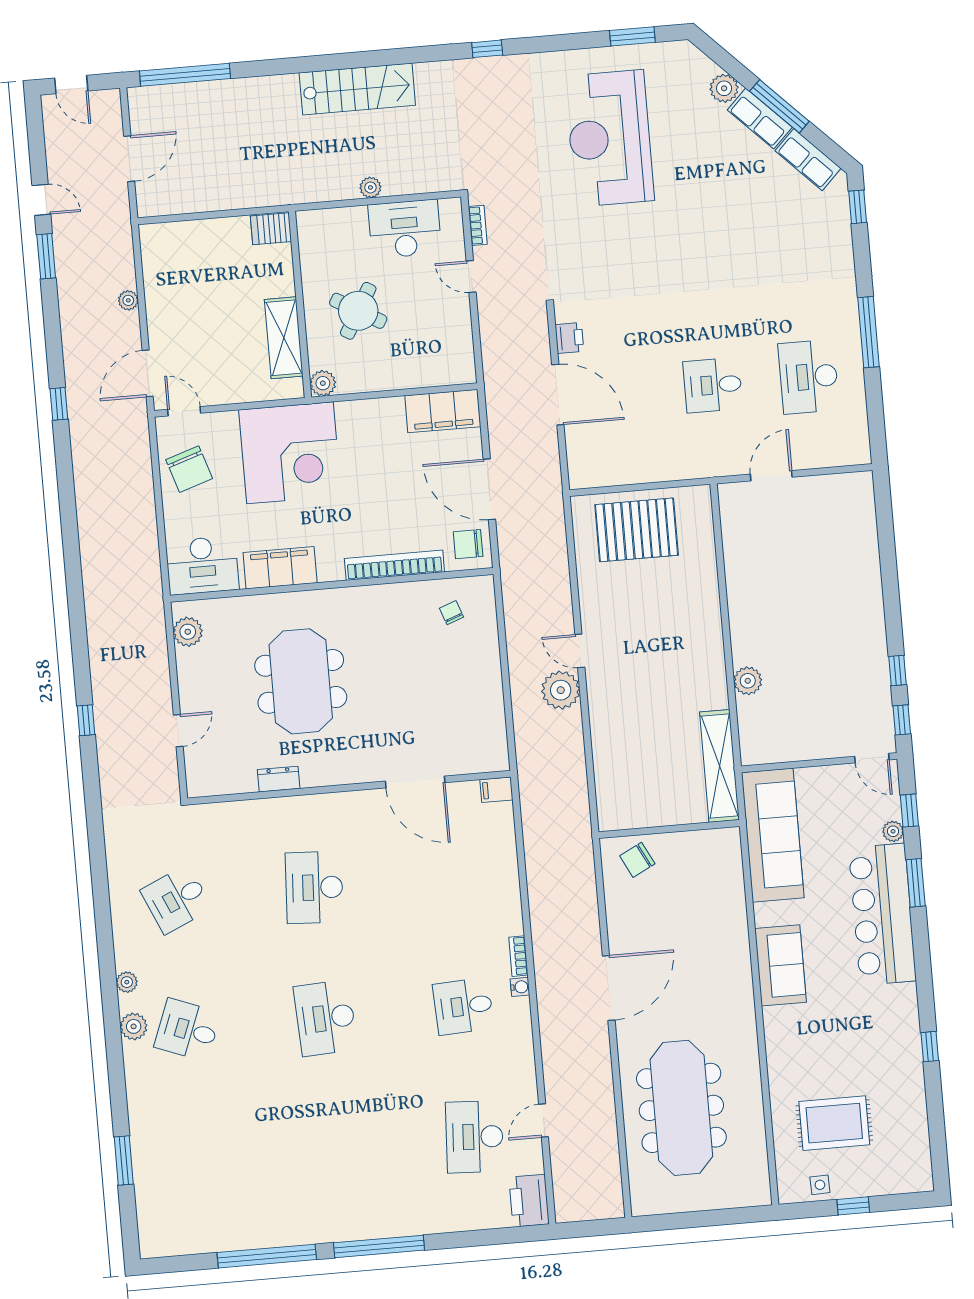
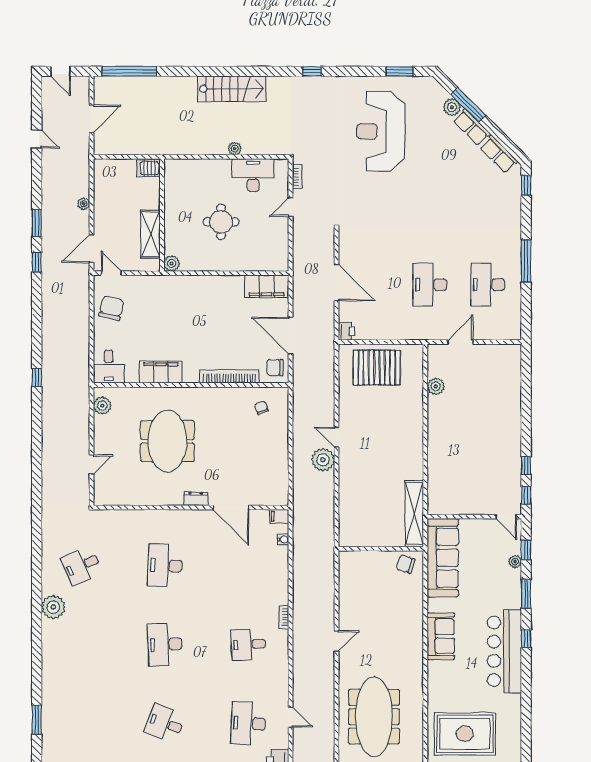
window: (779, 106) -> (468, 105), moved
server rack: (271, 229) -> (148, 168), moved
window: (46, 256) -> (37, 223), moved
door: (471, 277) -> (291, 207), hinge flipped
wall: (300, 304) -> (162, 215), moved
round table: (358, 311) -> (221, 222), turned -30
shelving: (284, 338) -> (150, 234), moved
printer: (569, 338) -> (346, 331), moved
plant: (323, 383) -> (172, 263), moved
desk: (713, 385) -> (430, 285), width x1.37
corner desk: (290, 453) -> (173, 303), removed
chair: (189, 469) -> (111, 308), turned -148
desk: (202, 565) -> (109, 367), width x0.73
plant: (748, 681) -> (436, 386), moved
window: (86, 720) -> (37, 378), moved
dresser: (279, 779) -> (196, 499), moved
chair: (637, 860) -> (406, 564), moved, turned 46
bar counter: (882, 914) -> (504, 651), moved
plant: (127, 982) -> (53, 607), width x1.88, depth x1.88
water cooler: (520, 987) -> (283, 539), moved
door: (609, 988) -> (336, 641), width x0.53
plant: (134, 1026) -> (49, 640), removed
desk: (188, 1030) -> (165, 723), moved
window: (930, 1047) -> (526, 639), moved
door: (543, 1120) -> (291, 717), swing flipped
rug: (834, 1123) -> (465, 734), width x1.37, depth x1.44

